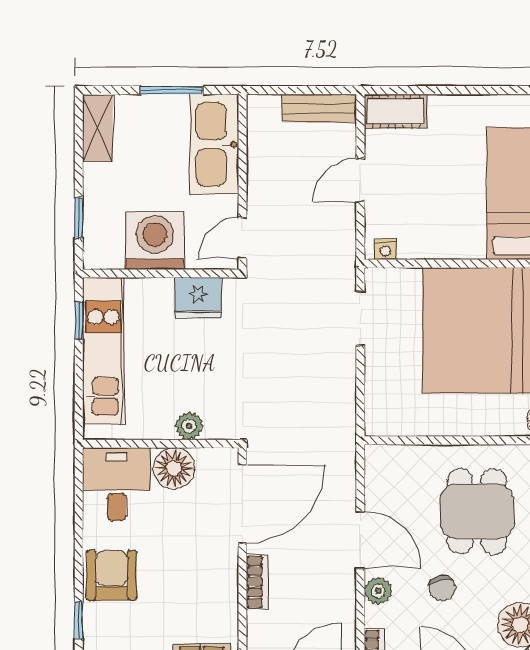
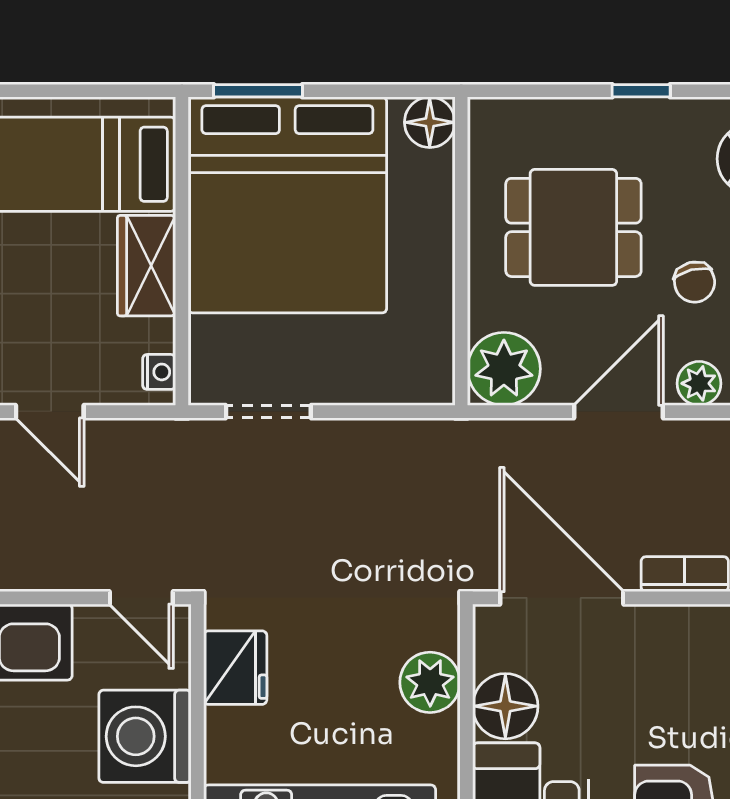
wardrobe: (453, 241) -> (146, 266), added
plant: (189, 426) -> (430, 682), width x1.38, depth x1.38
plant: (387, 467) -> (504, 369), added
chair: (442, 588) -> (695, 282), turned 88

